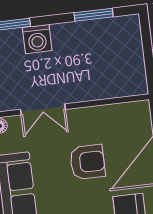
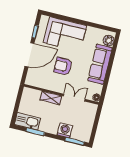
kitchen sink: (116, 29) -> (27, 121), added
shelving: (88, 92) -> (51, 98), added

